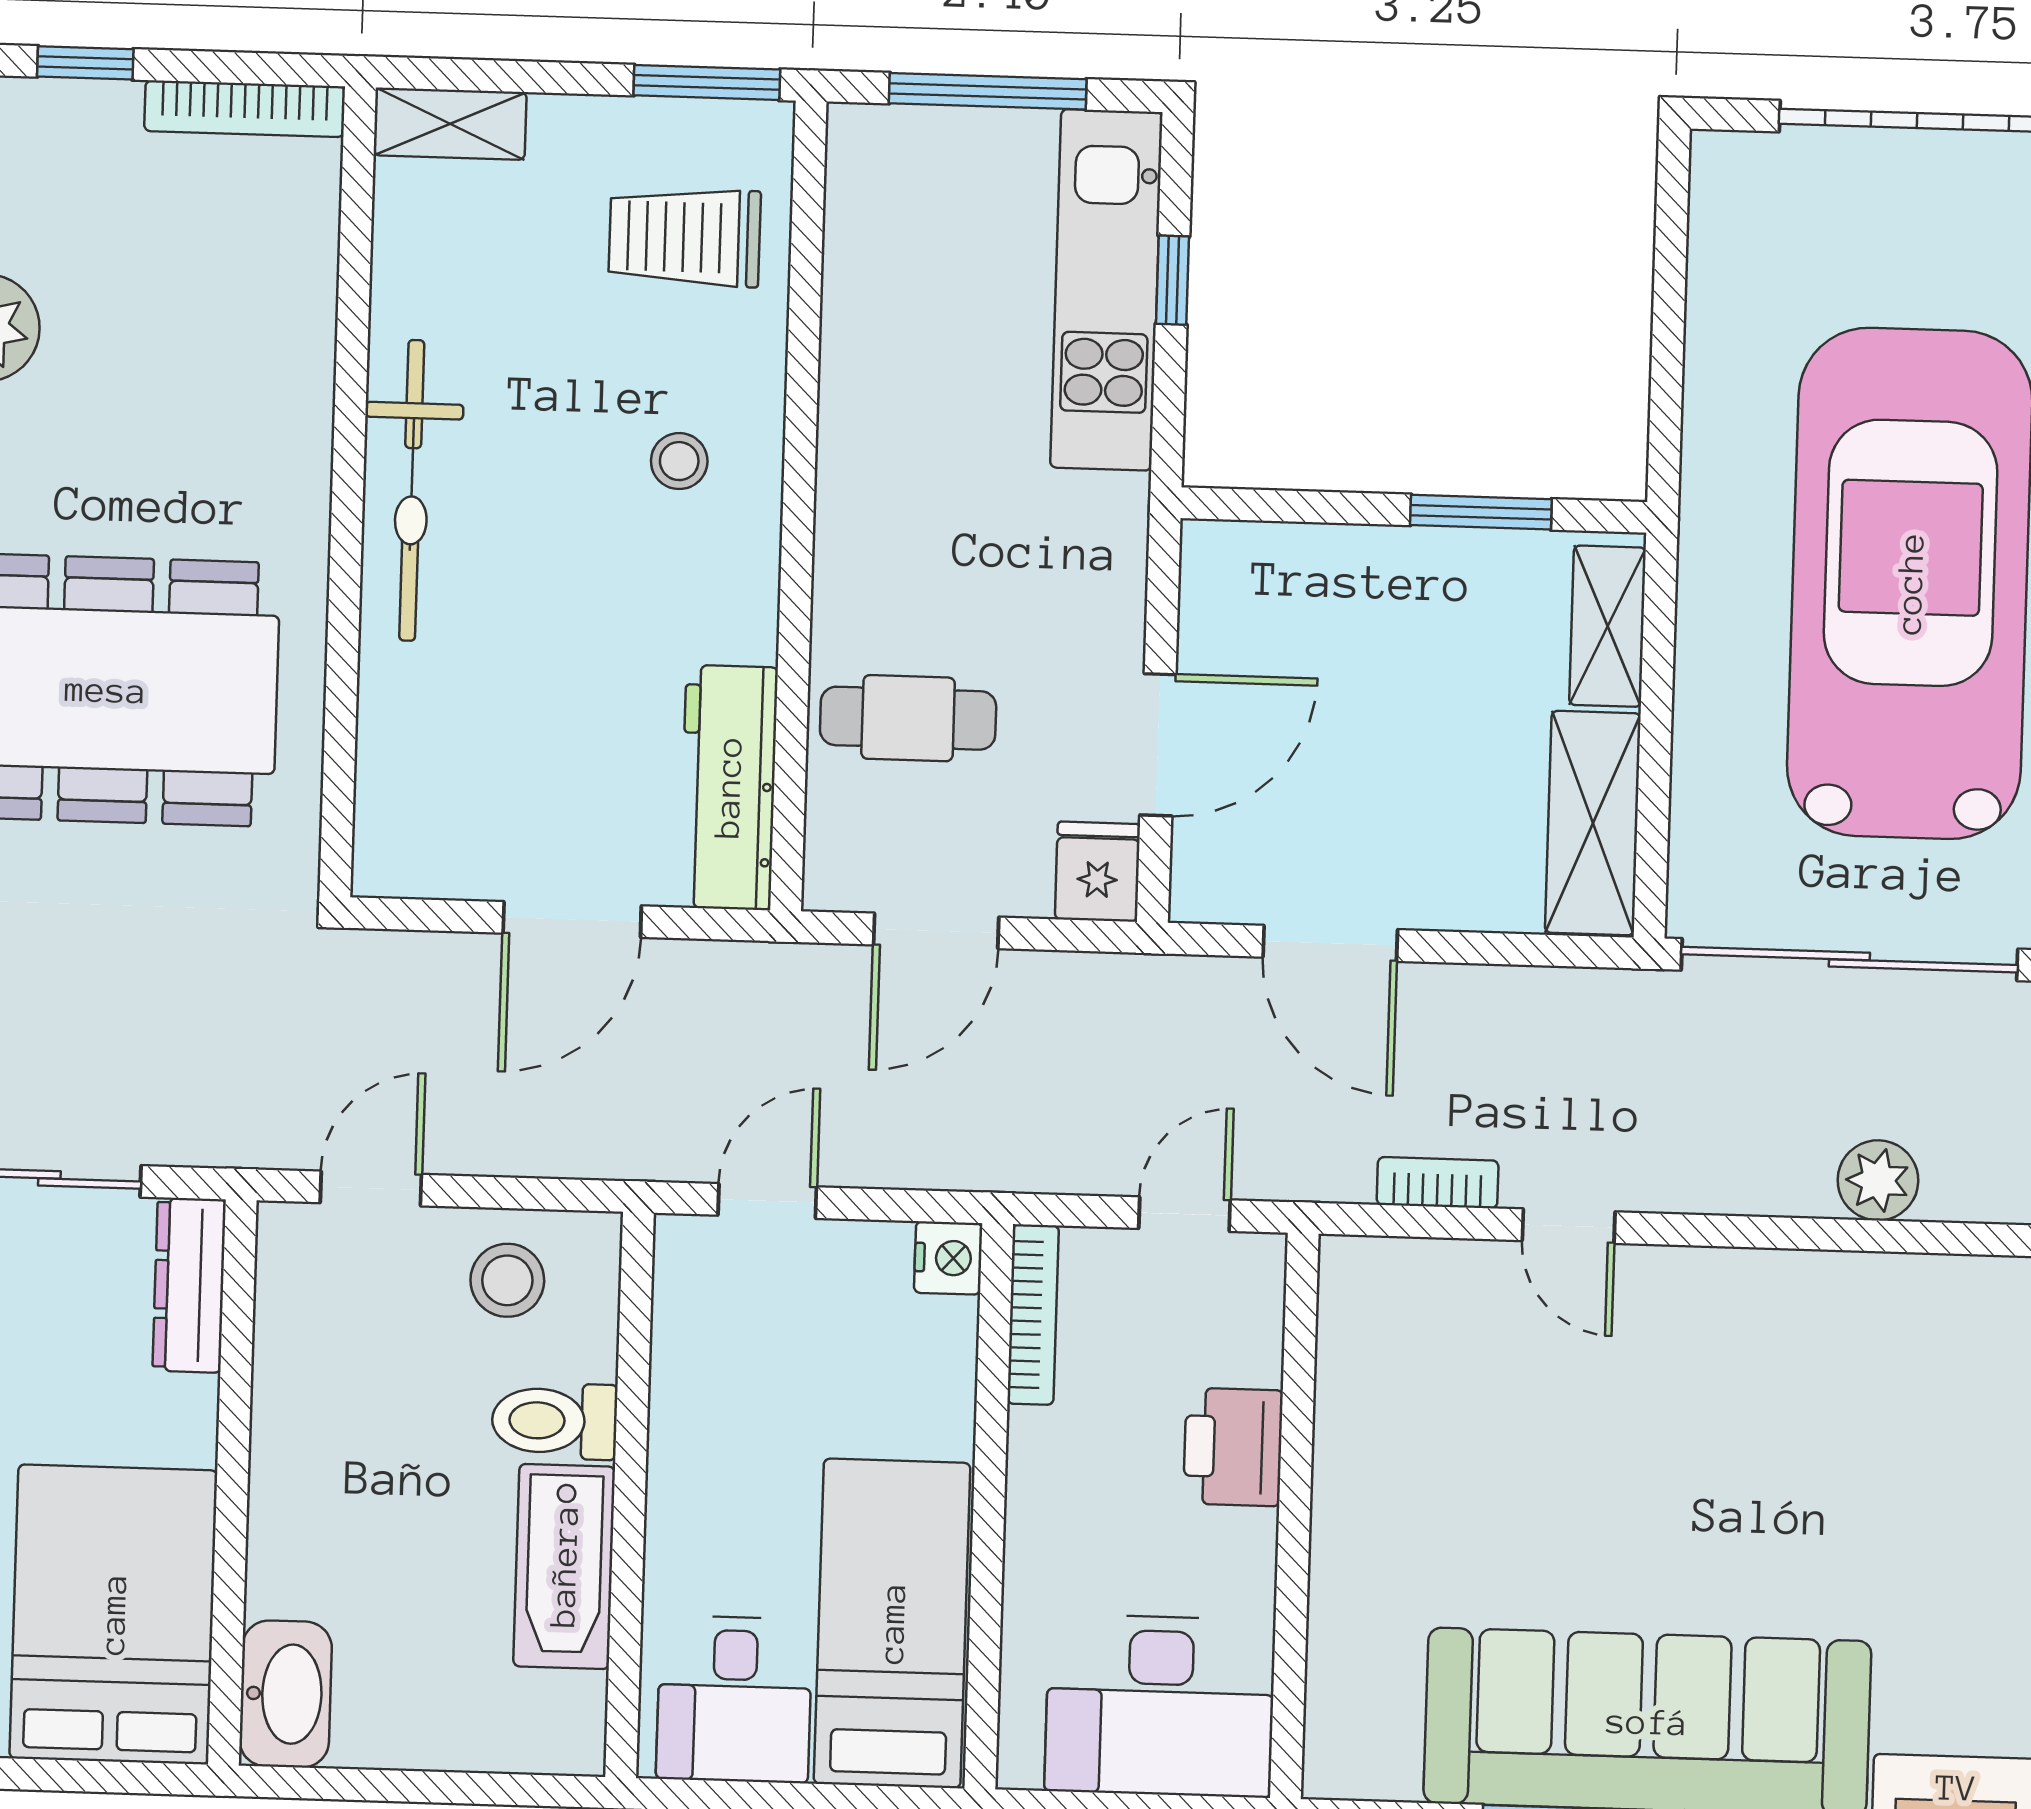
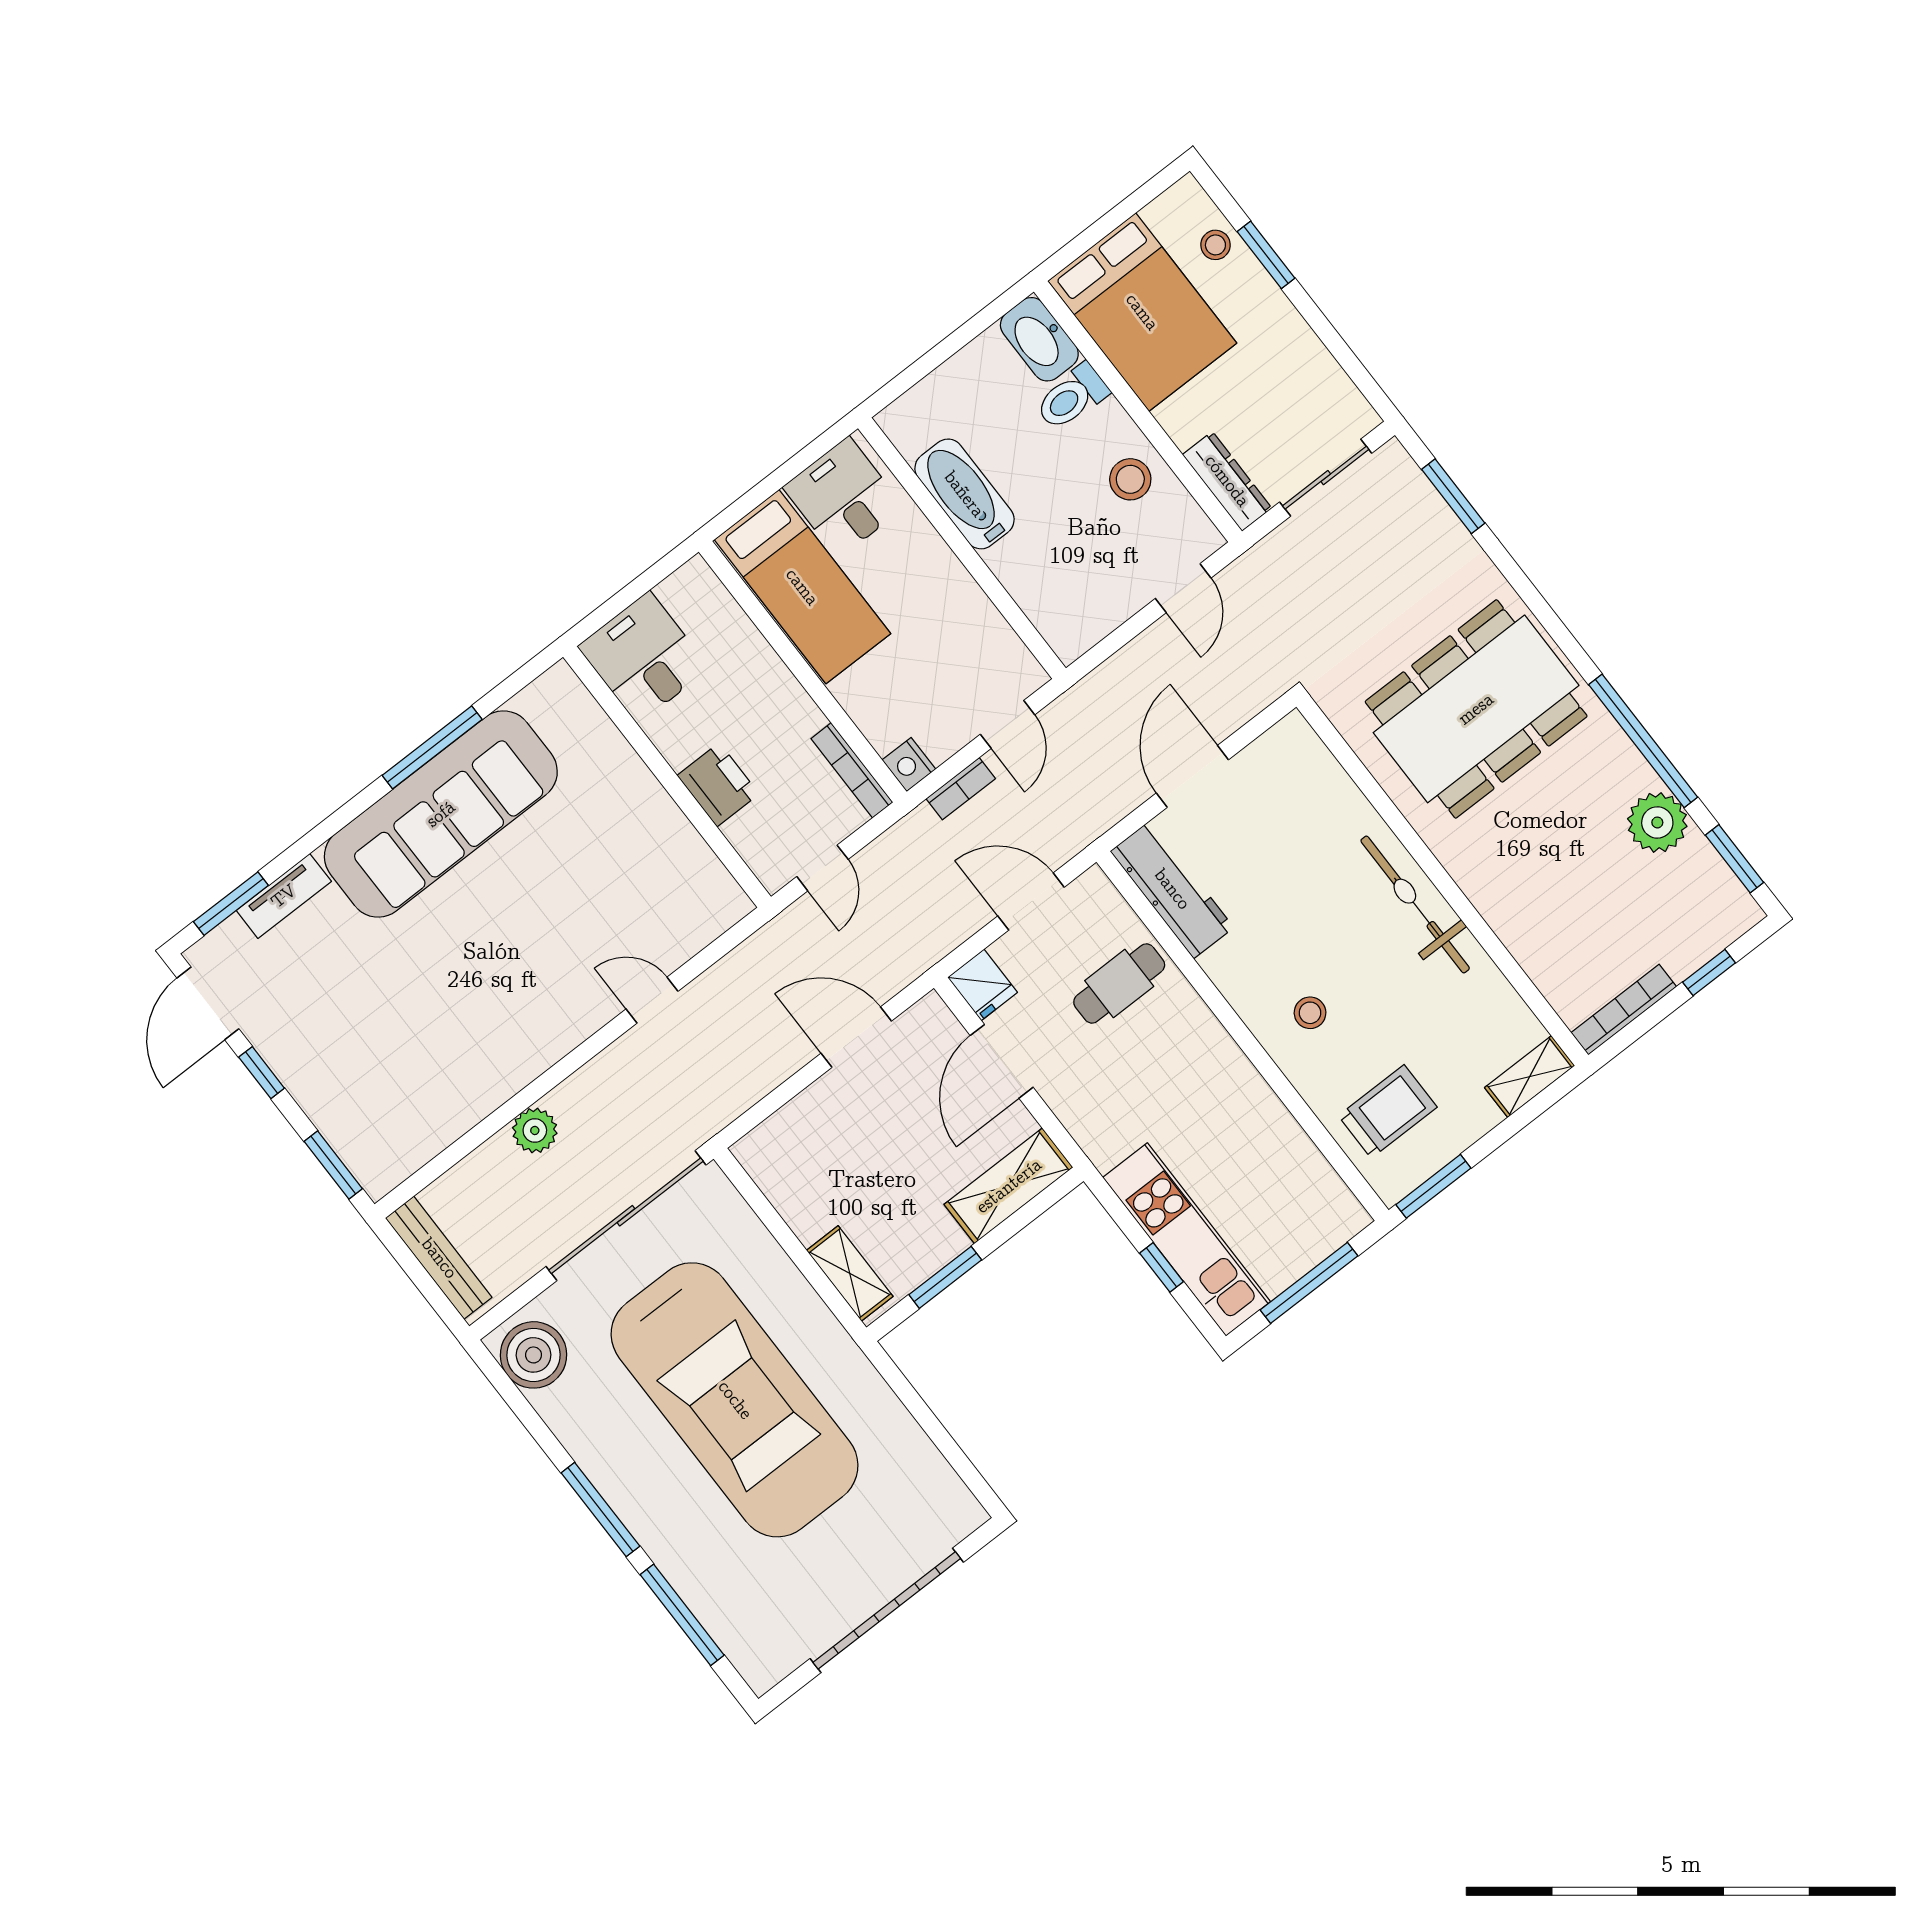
shelving: (1593, 823) -> (1009, 1186), moved, turned 90
door: (936, 931) -> (1031, 902), hinge flipped
bookcase: (1438, 1183) -> (961, 789), moved
stool: (507, 1280) -> (1130, 479), moved
toilet: (554, 1421) -> (1072, 397), moved, turned 180
desk: (1160, 1706) -> (644, 657), width x0.73

